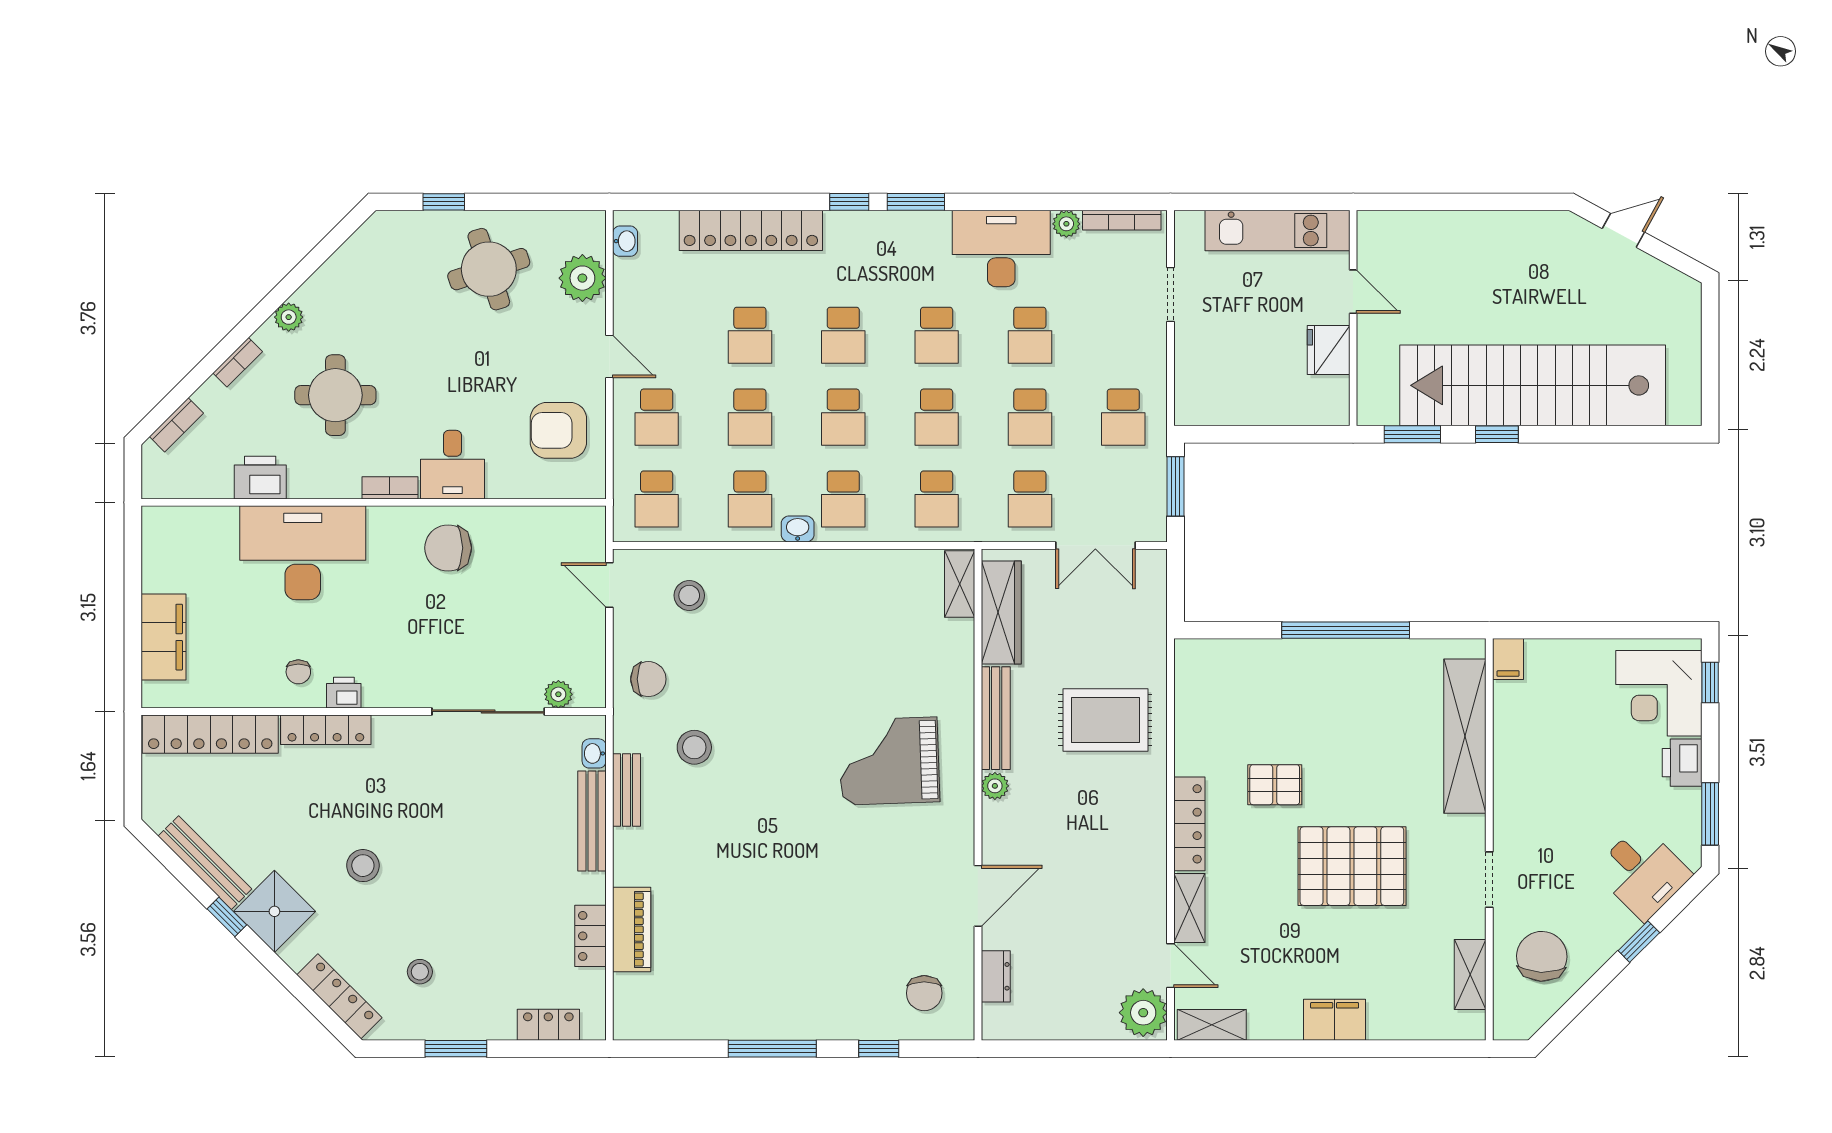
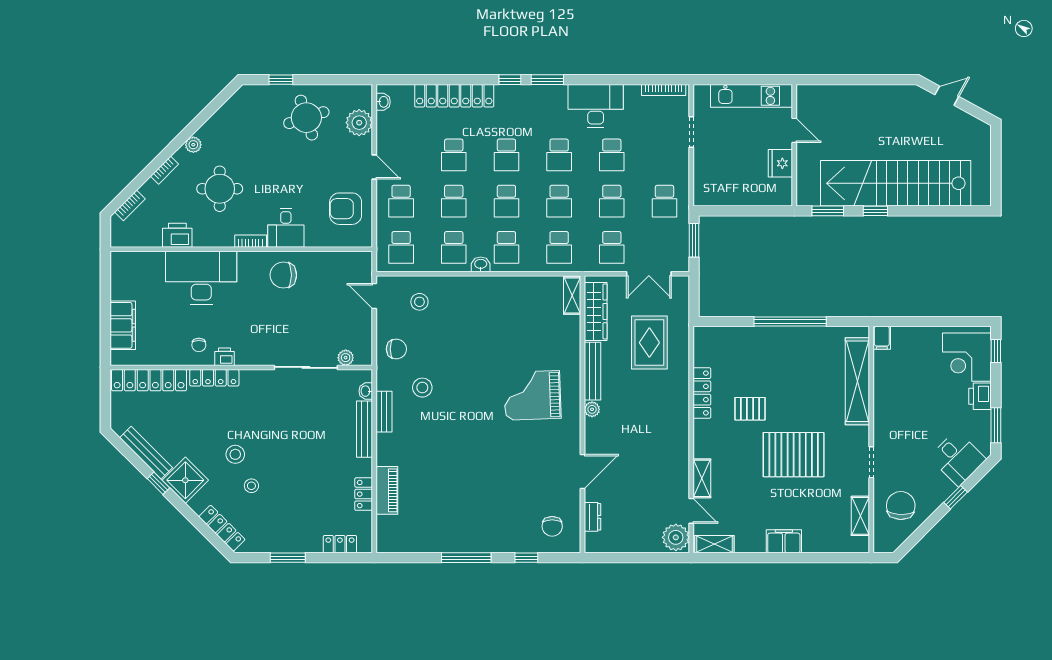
plant: (1066, 224) -> (632, 92), removed
rug: (1105, 720) -> (649, 343), moved, turned 90
locker: (1189, 824) -> (702, 393), moved
stool: (420, 972) -> (251, 486), moved

